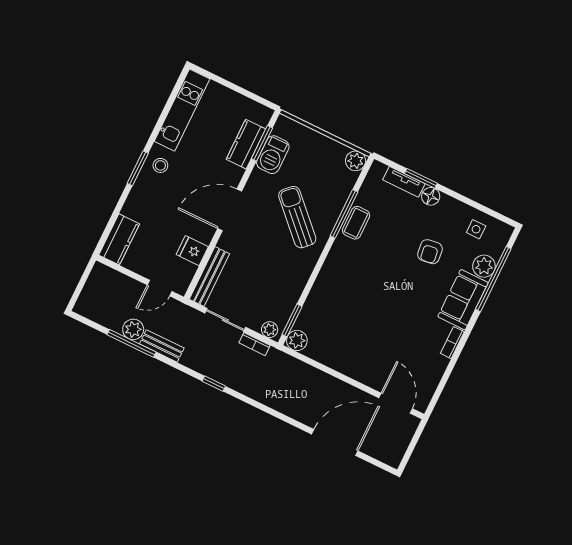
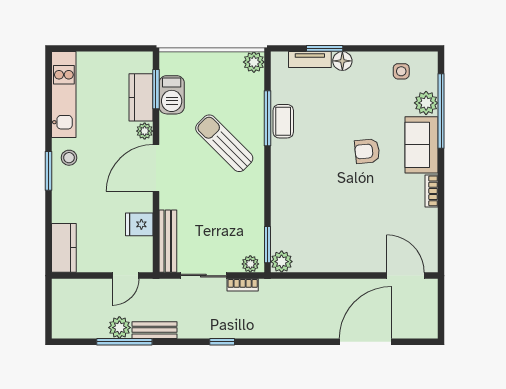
plant: (235, 174) -> (145, 131), added
armchair: (430, 252) -> (367, 151), moved, turned 92

